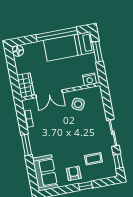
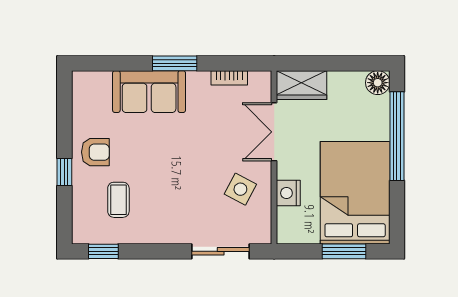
window: (57, 34) -> (397, 136), moved
bed: (69, 46) -> (355, 193), width x1.50
nightstand: (90, 79) -> (288, 193), moved
sliding door: (113, 133) -> (221, 251), moved
sofa: (45, 173) -> (149, 92), moved

